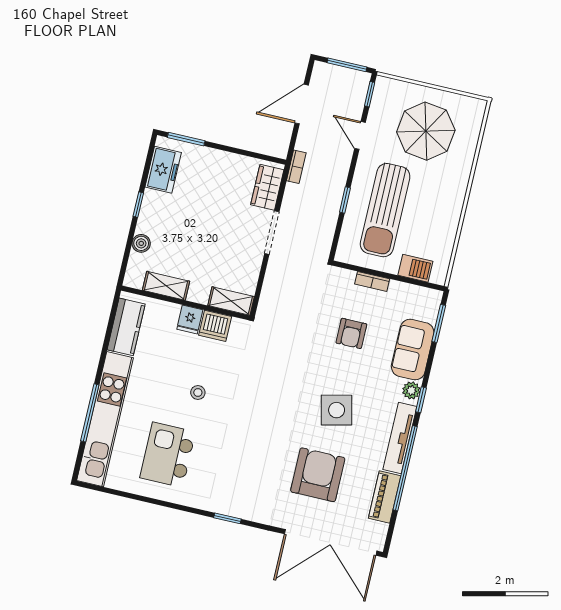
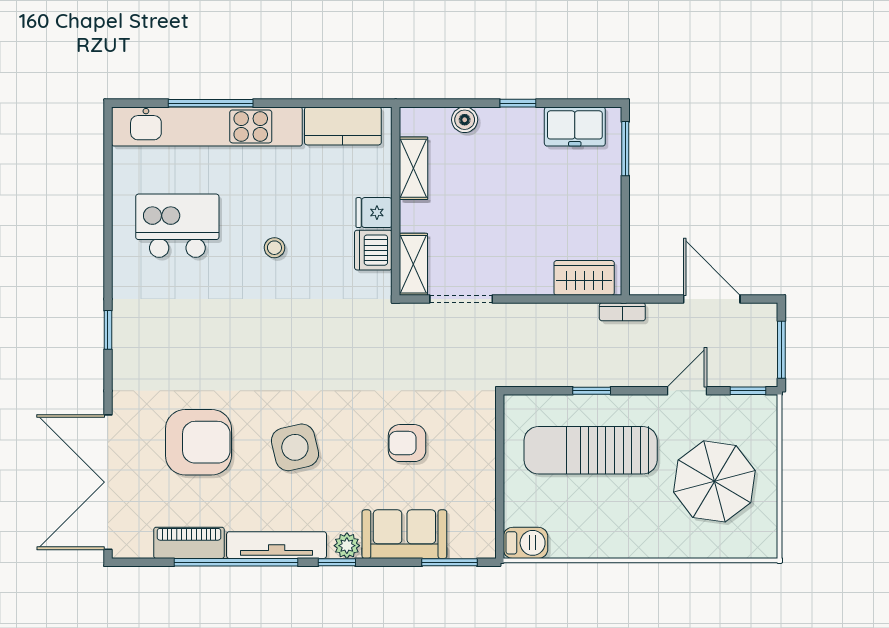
doorway: (272, 233) -> (461, 299), moved
barbecue: (415, 268) -> (526, 543), moved, turned -90
bookcase: (372, 281) -> (487, 455), removed

